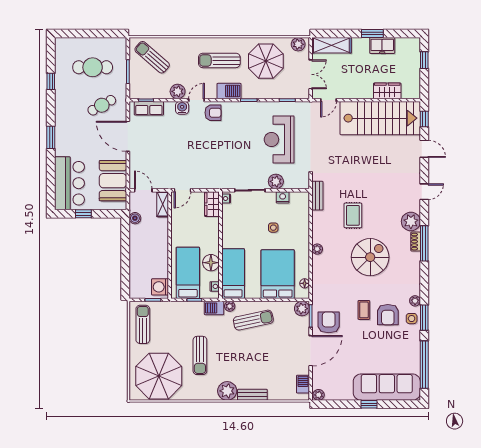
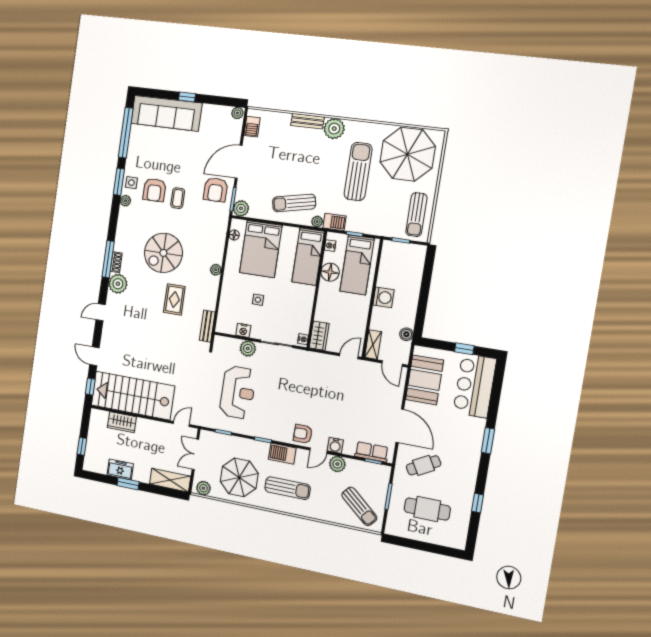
washing machine: (160, 287) -> (383, 297), moved
armchair: (388, 315) -> (154, 190), turned 180
sun lounger: (200, 355) -> (358, 172), width x1.36, depth x1.34

